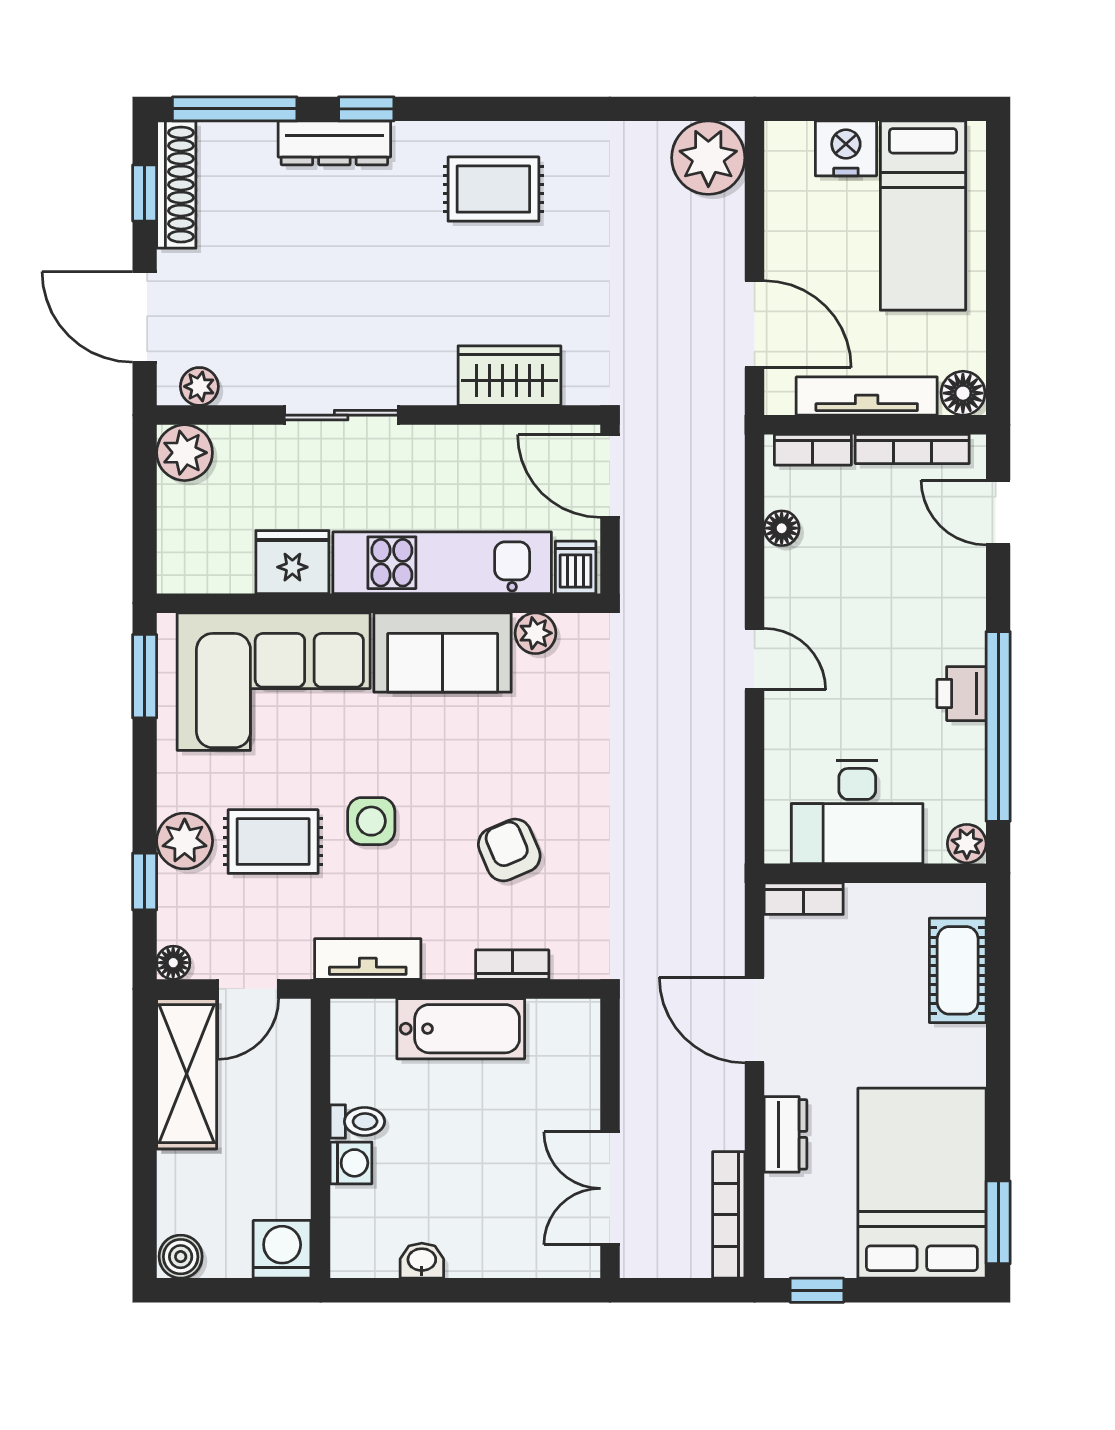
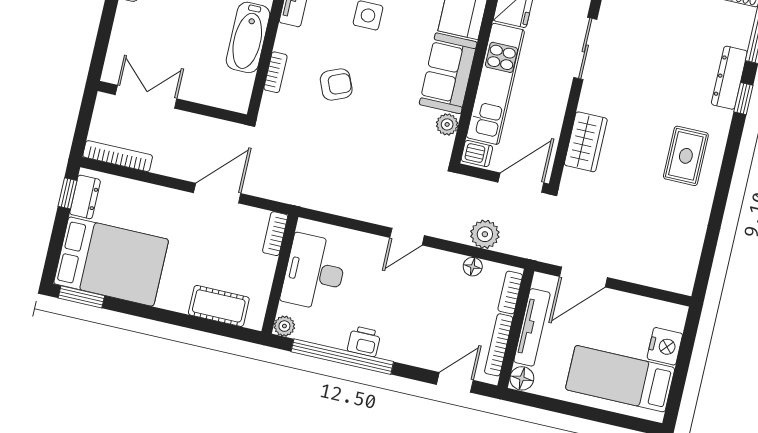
plant: (708, 158) -> (485, 234), moved, width x0.73, depth x0.73
dresser: (785, 1134) -> (85, 197), moved, turned -90

